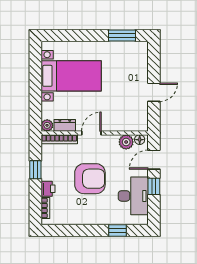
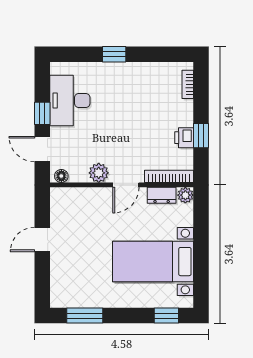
window: (61, 35) -> (166, 316), added
plant: (126, 142) -> (99, 173), moved
door: (154, 160) -> (42, 149), swing flipped
armchair: (90, 179) -> (128, 124), removed
printer: (48, 189) -> (184, 138), moved
window: (117, 230) -> (114, 54), moved

